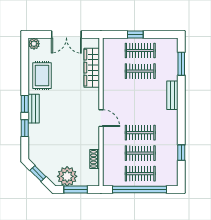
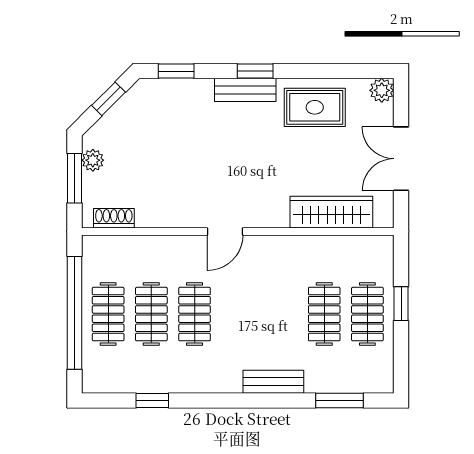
window: (25, 128) -> (176, 71), moved
shoe rack: (95, 159) -> (114, 218), moved
plant: (67, 176) -> (93, 160), width x0.53, depth x0.53

